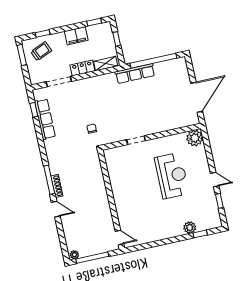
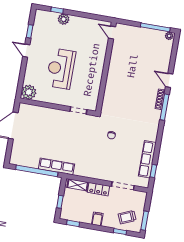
filing cabinet: (76, 36) -> (97, 219), width x0.50
wall: (111, 200) -> (106, 67), moved
door: (119, 237) -> (112, 33), moved

